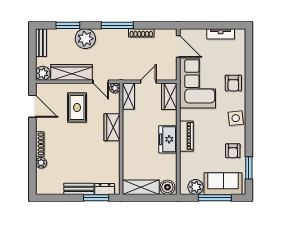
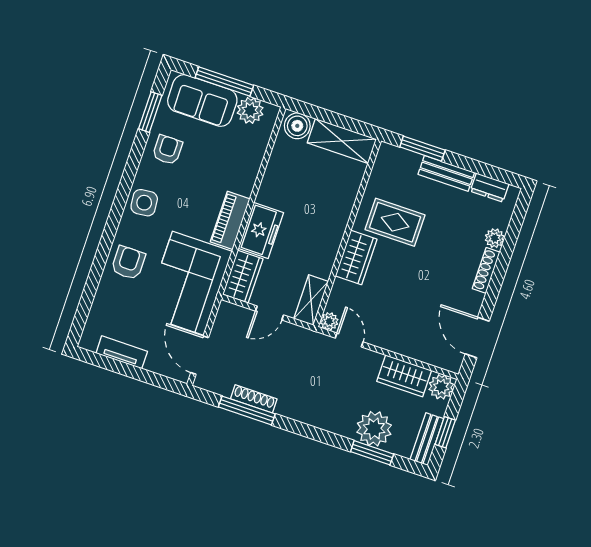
window: (117, 25) -> (247, 410), moved
plant: (85, 39) -> (374, 429), moved
window: (32, 50) -> (445, 432), added
wardrobe: (72, 72) -> (404, 376), width x0.67
rug: (77, 108) -> (395, 222), moved, turned 90
piano: (186, 136) -> (230, 220), moved
freezer: (168, 139) -> (261, 231), moved
dresser: (105, 189) -> (490, 188), moved

